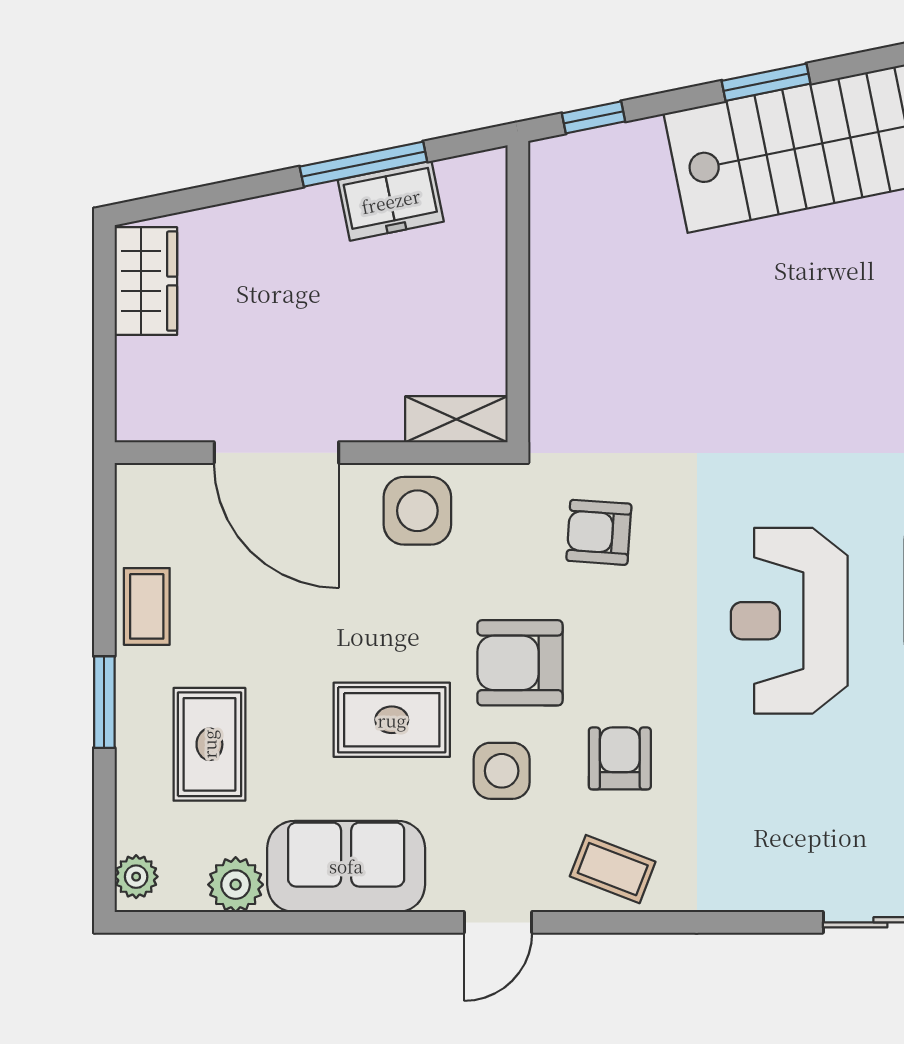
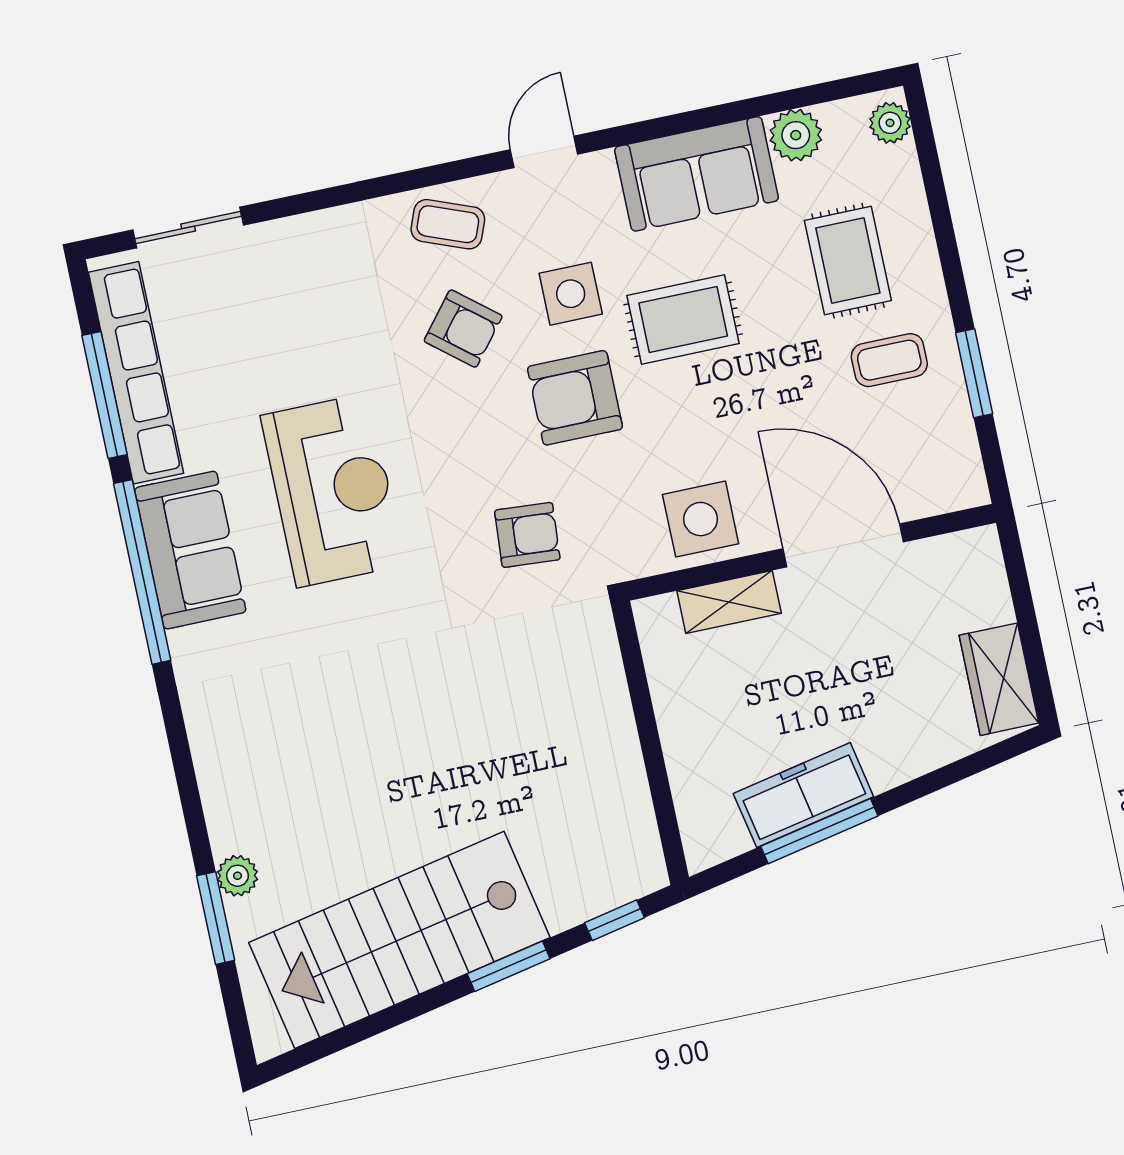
window: (766, 82) -> (509, 966), moved
freezer: (391, 201) -> (803, 795), width x1.40
shelving: (456, 419) -> (729, 602), moved
coffee table: (147, 606) -> (889, 360), moved, turned 90
armchair: (520, 663) -> (575, 398), turned 180
window: (104, 702) -> (974, 373), moved
armchair: (620, 758) -> (463, 329), turned -51

